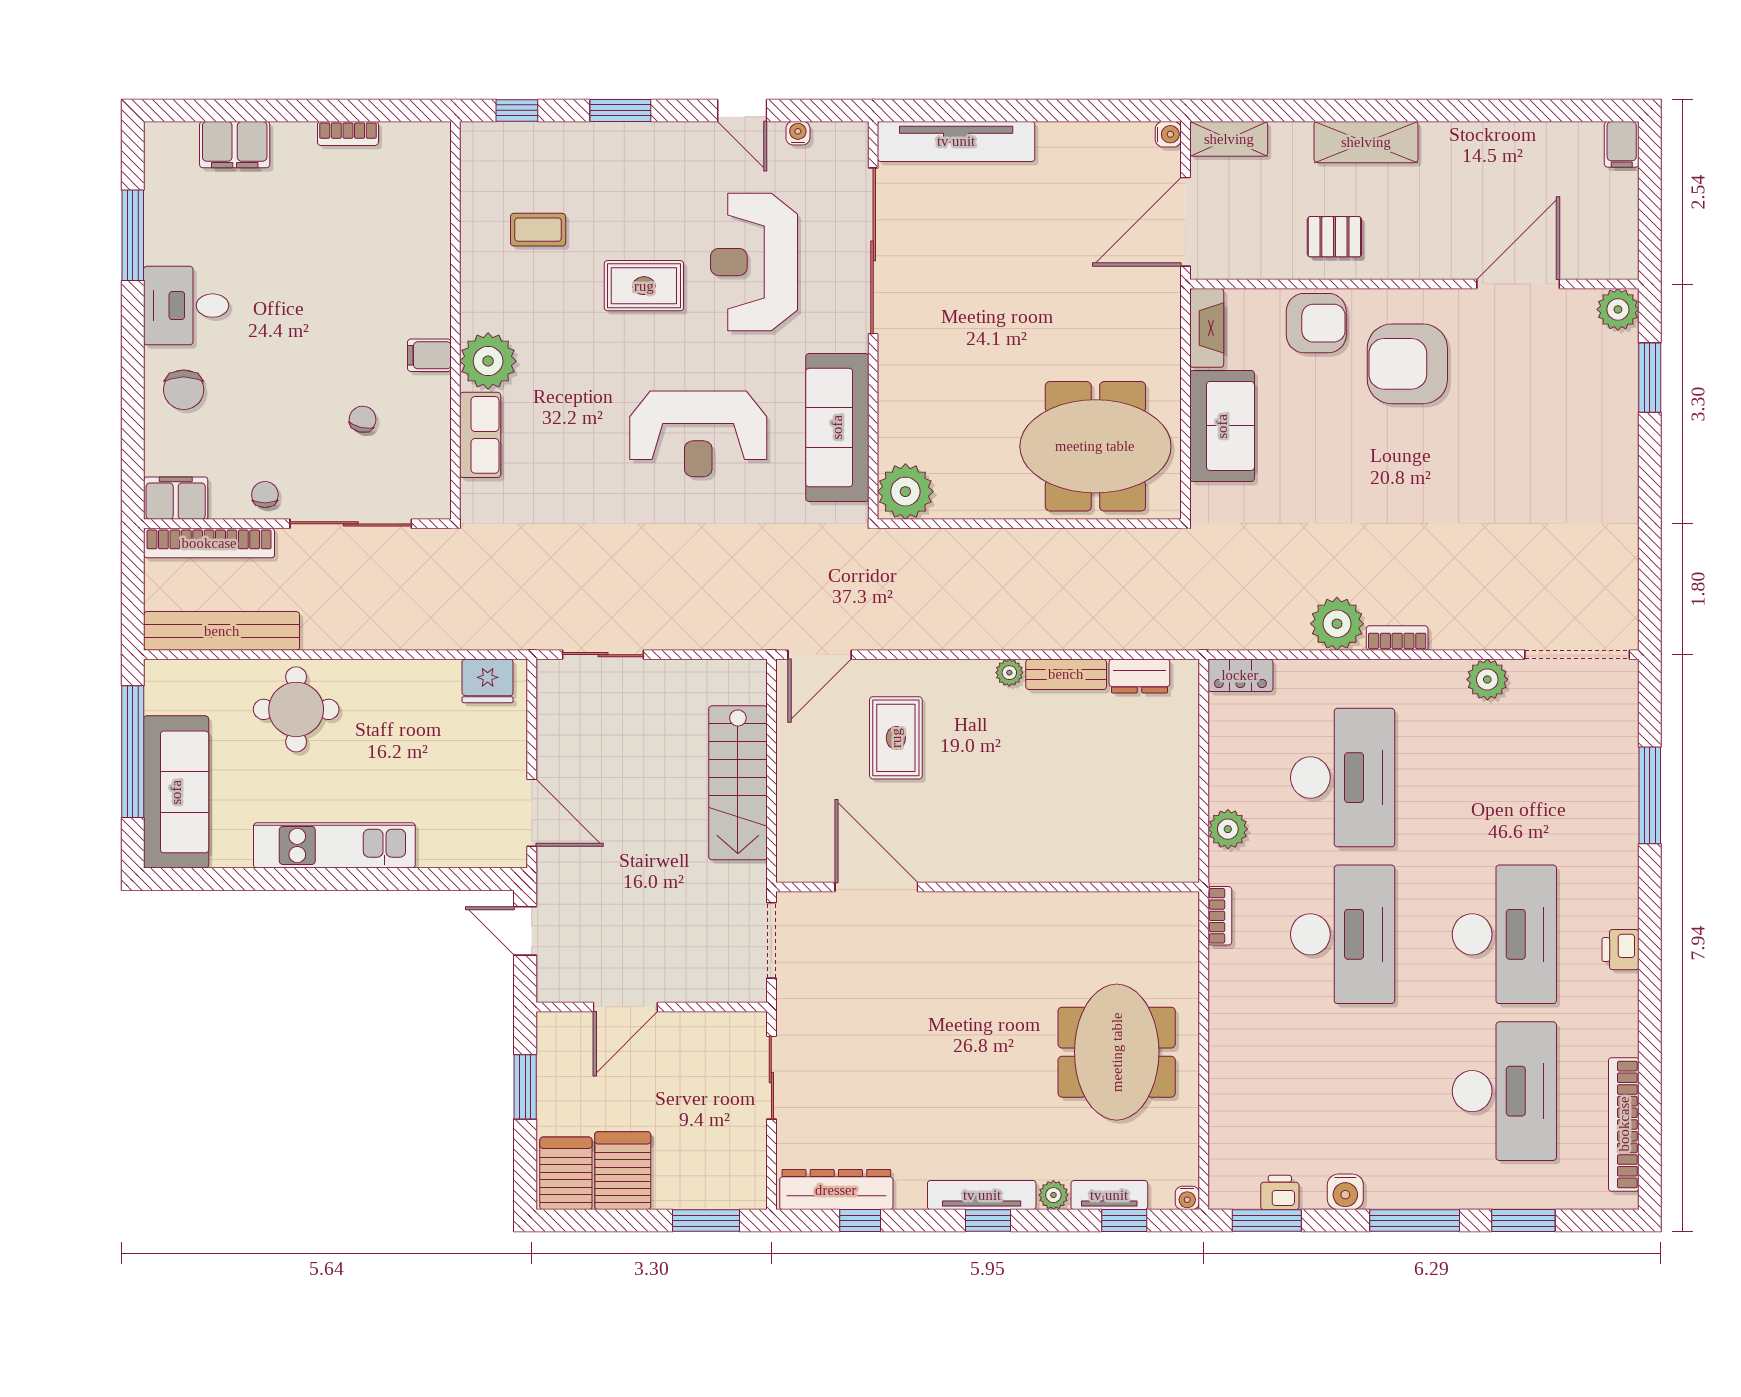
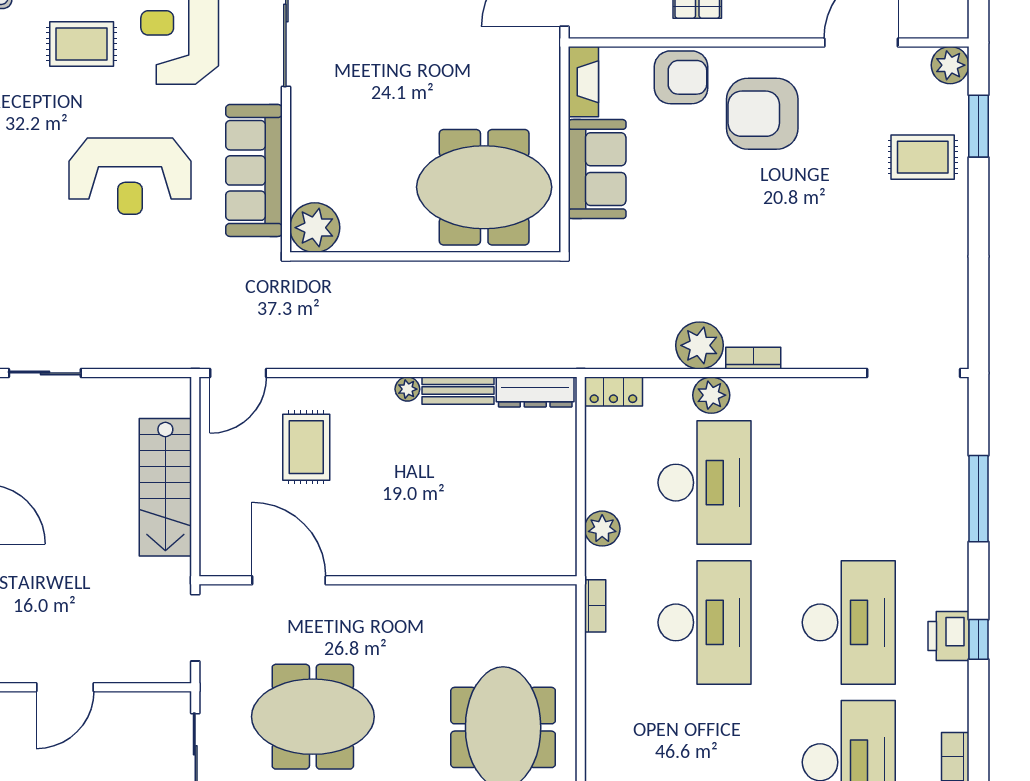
rug: (1587, 413) -> (923, 157), added
dresser: (1139, 676) -> (535, 392), width x1.44
plant: (1487, 679) -> (711, 395), moved
printer: (1621, 950) -> (948, 636), width x1.36, depth x1.24
window: (1650, 953) -> (978, 639), added
meeting table: (903, 1040) -> (313, 717), added

